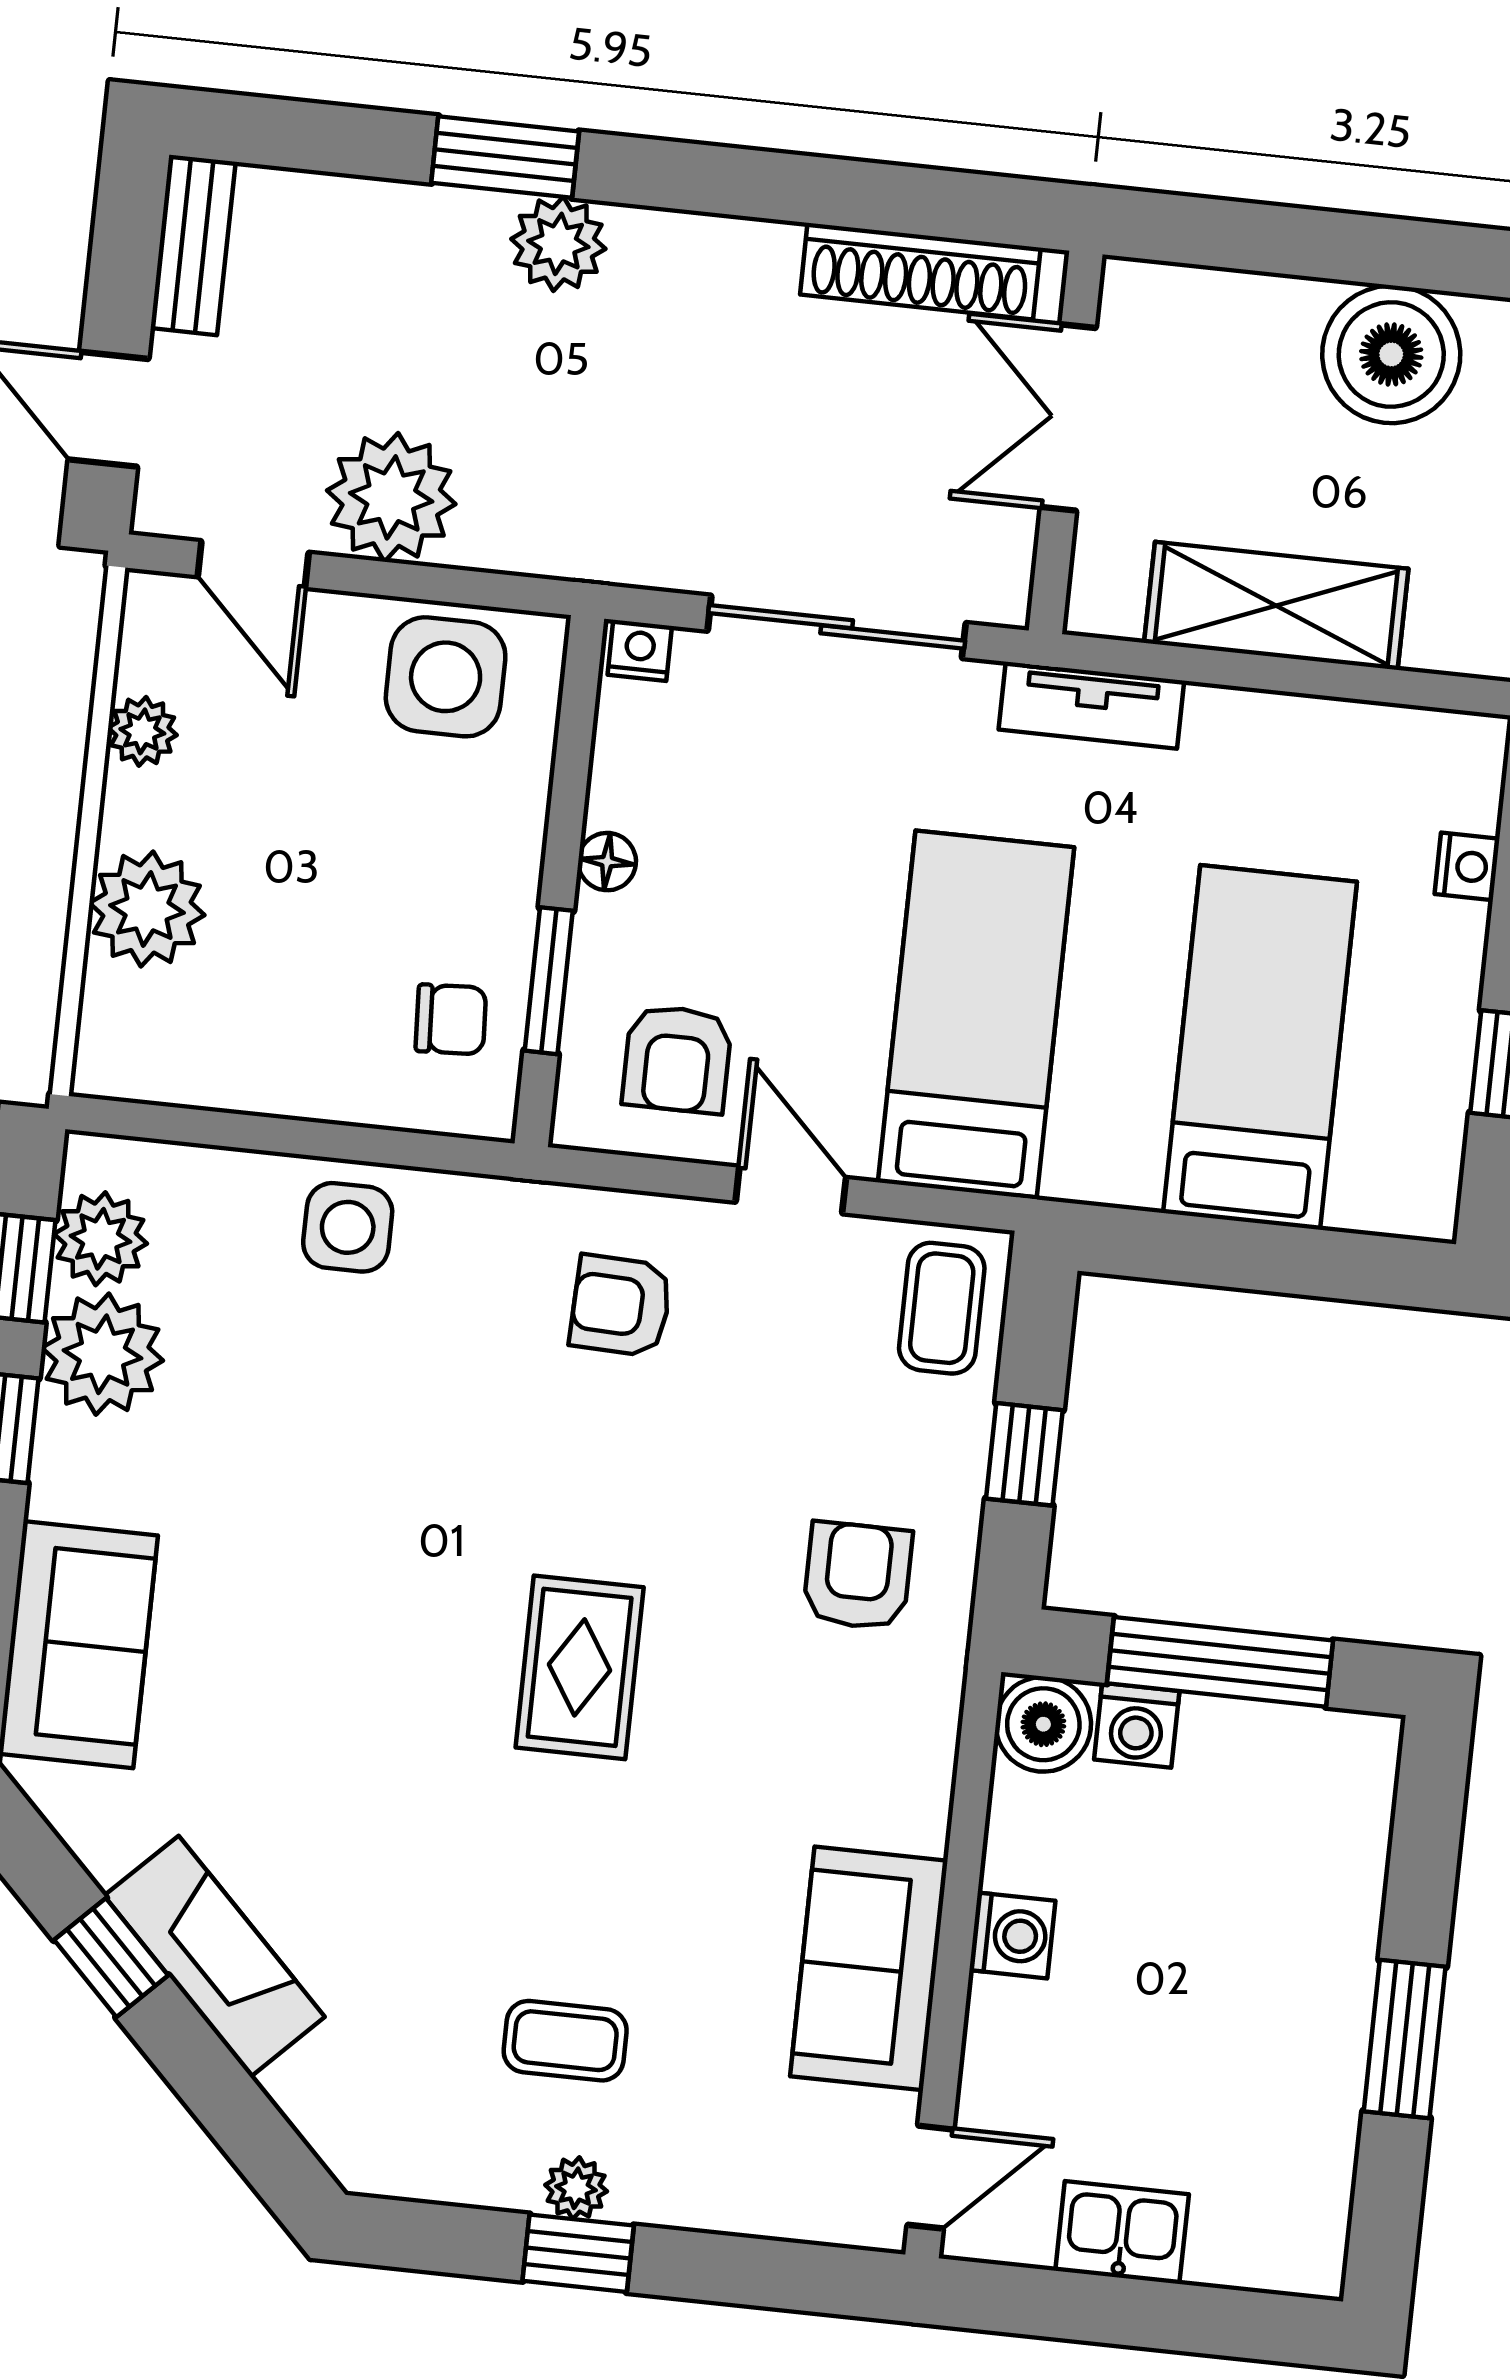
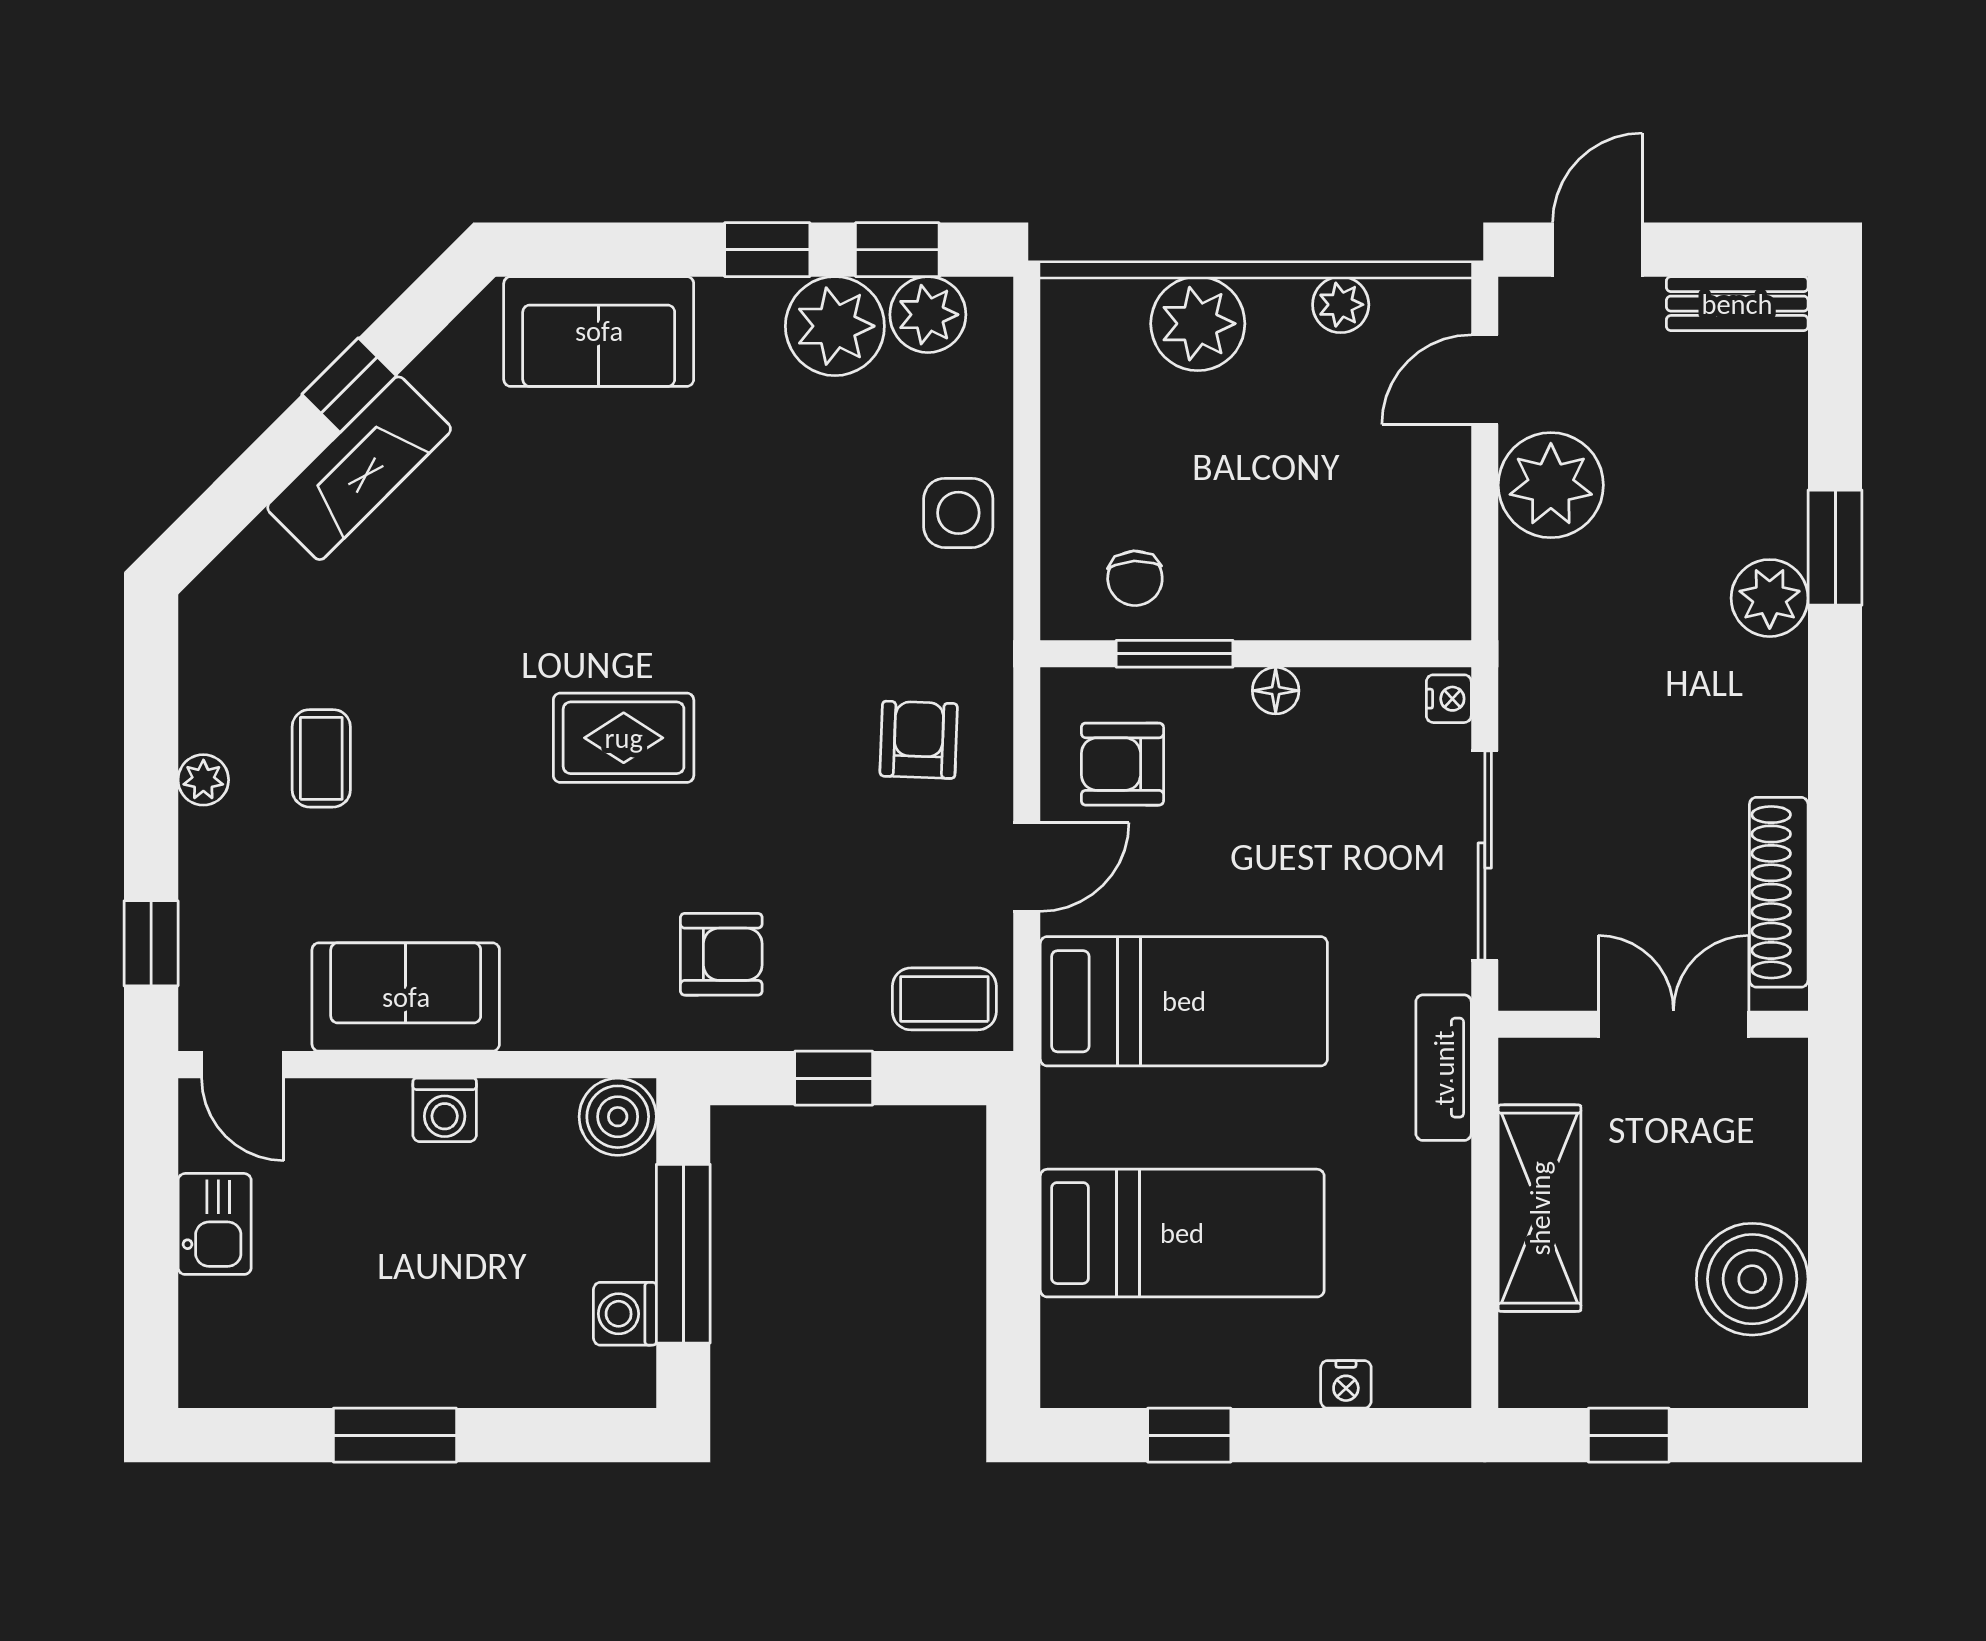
side table: (446, 677) -> (1411, 544), removed
washing machine: (1137, 1725) -> (625, 1314), moved
window: (578, 2253) -> (151, 943), moved

